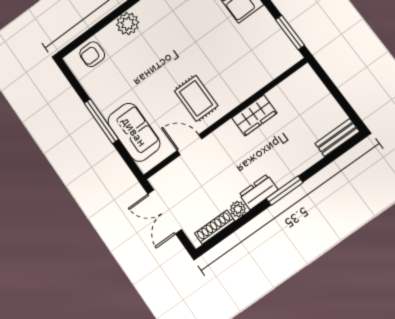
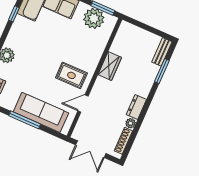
plant: (270, 39) -> (94, 18), added
sofa: (134, 132) -> (41, 112), width x1.36
window: (285, 191) -> (162, 71), moved

